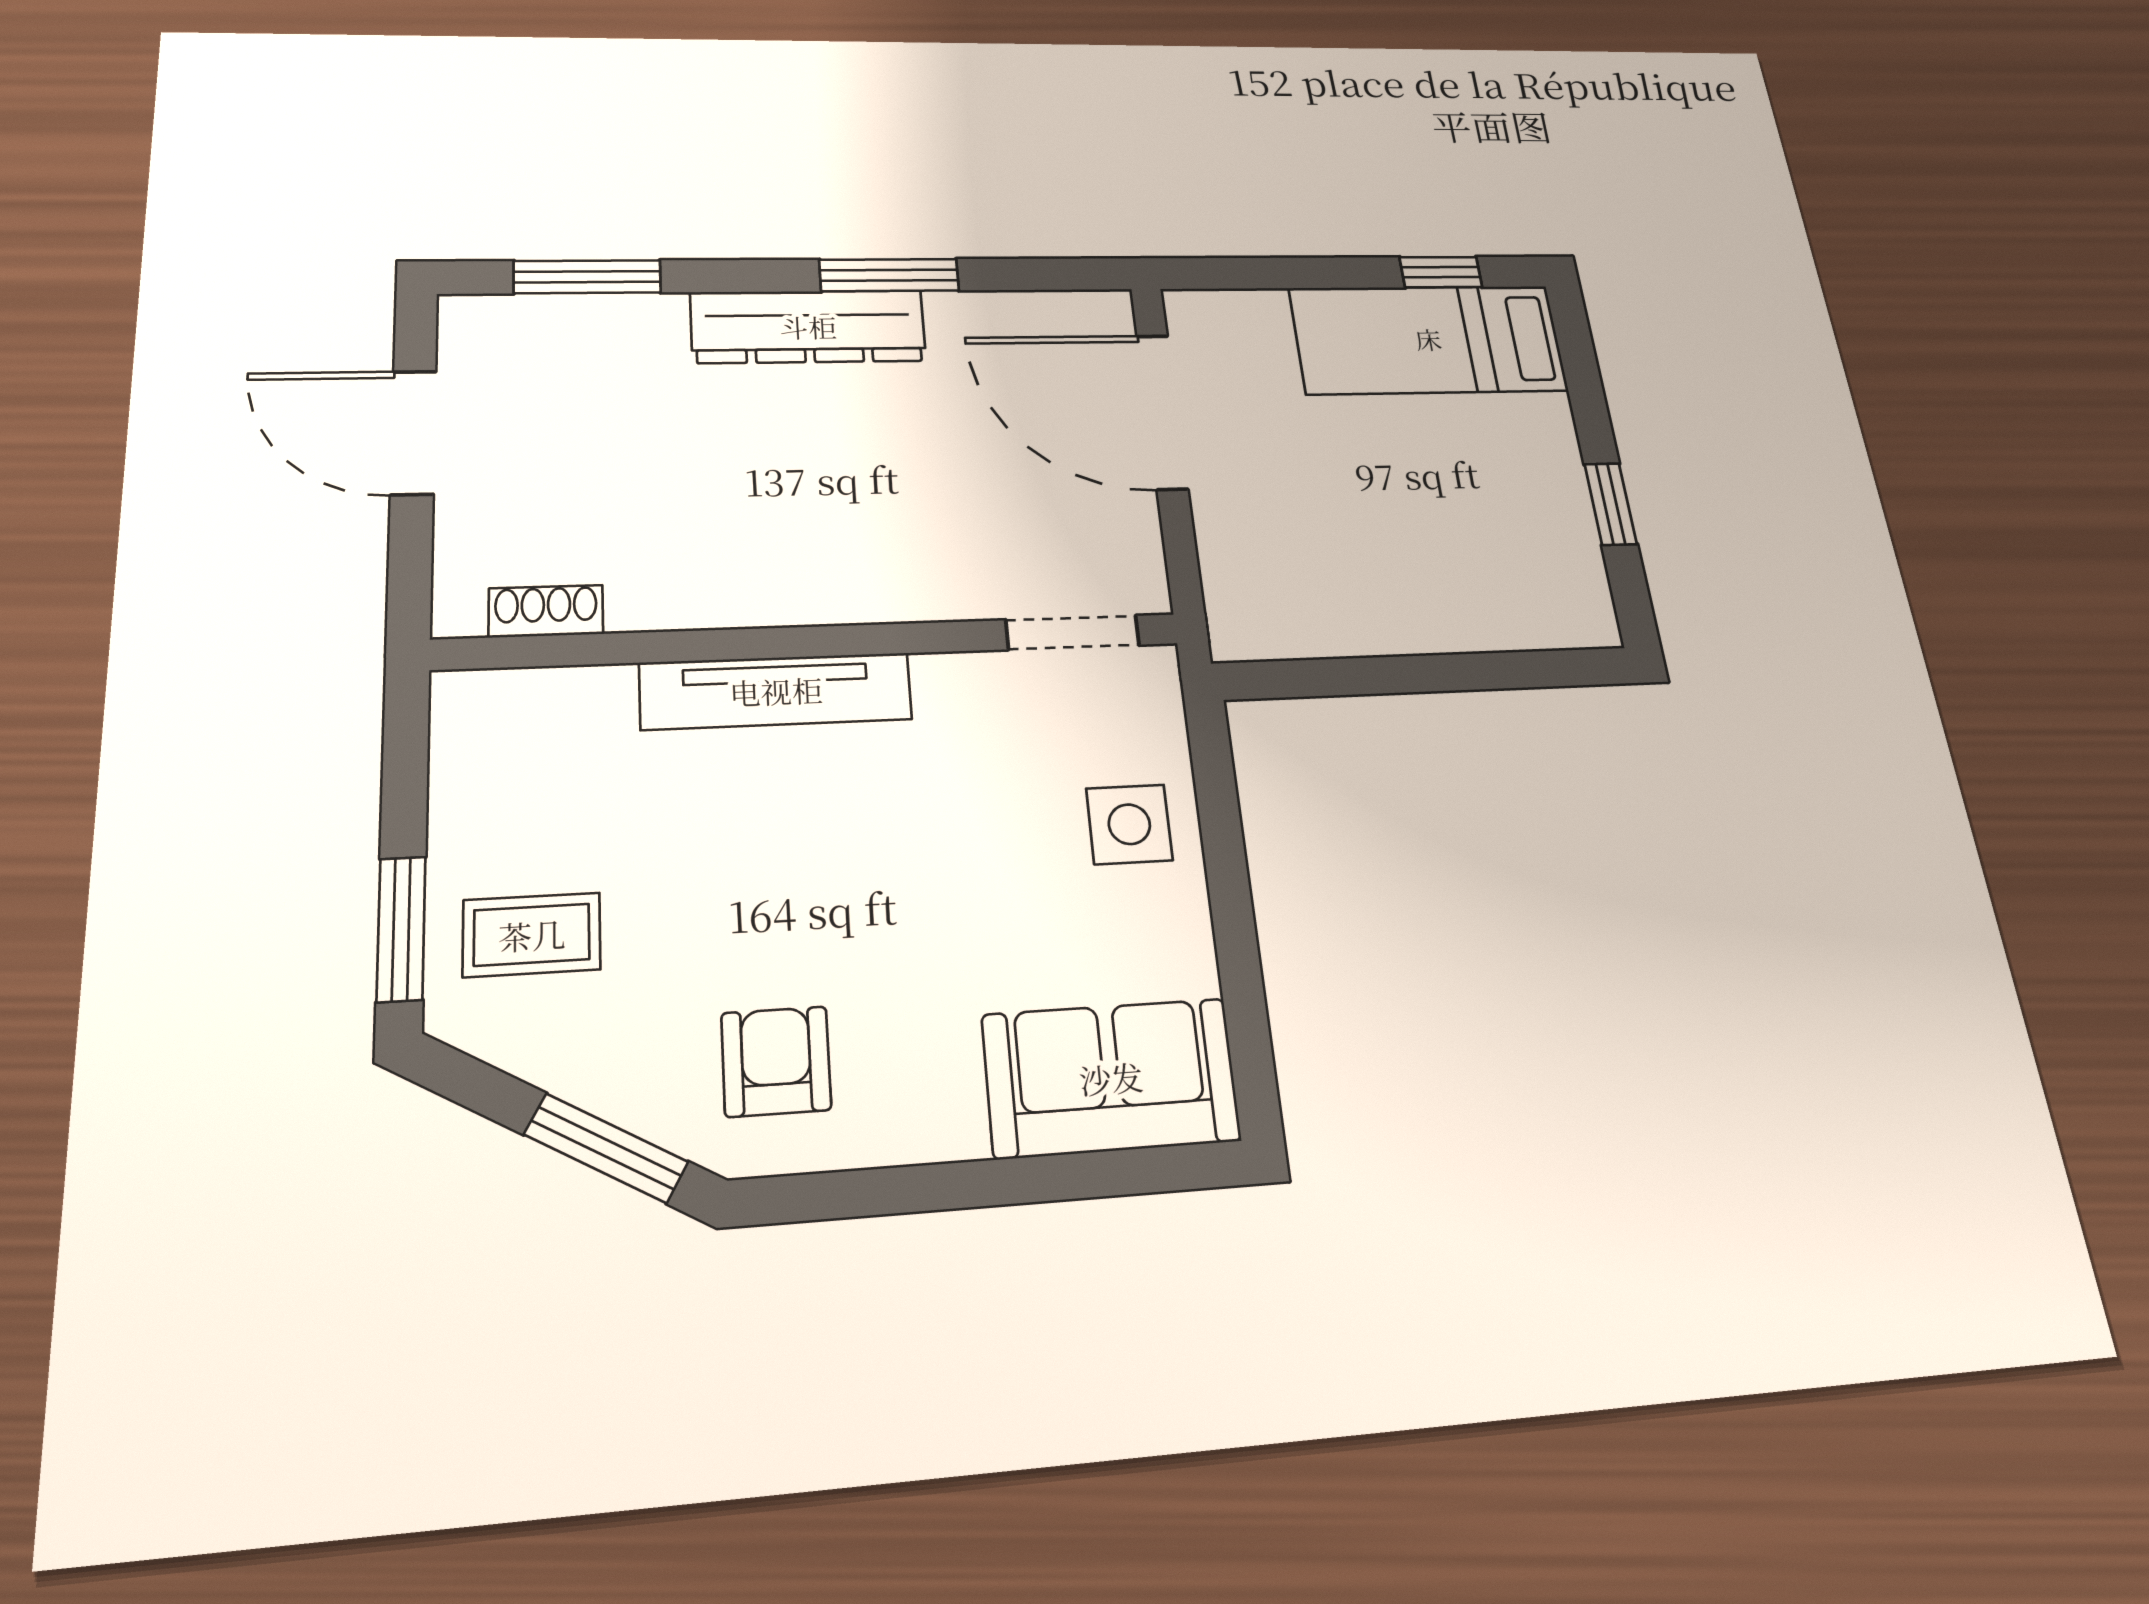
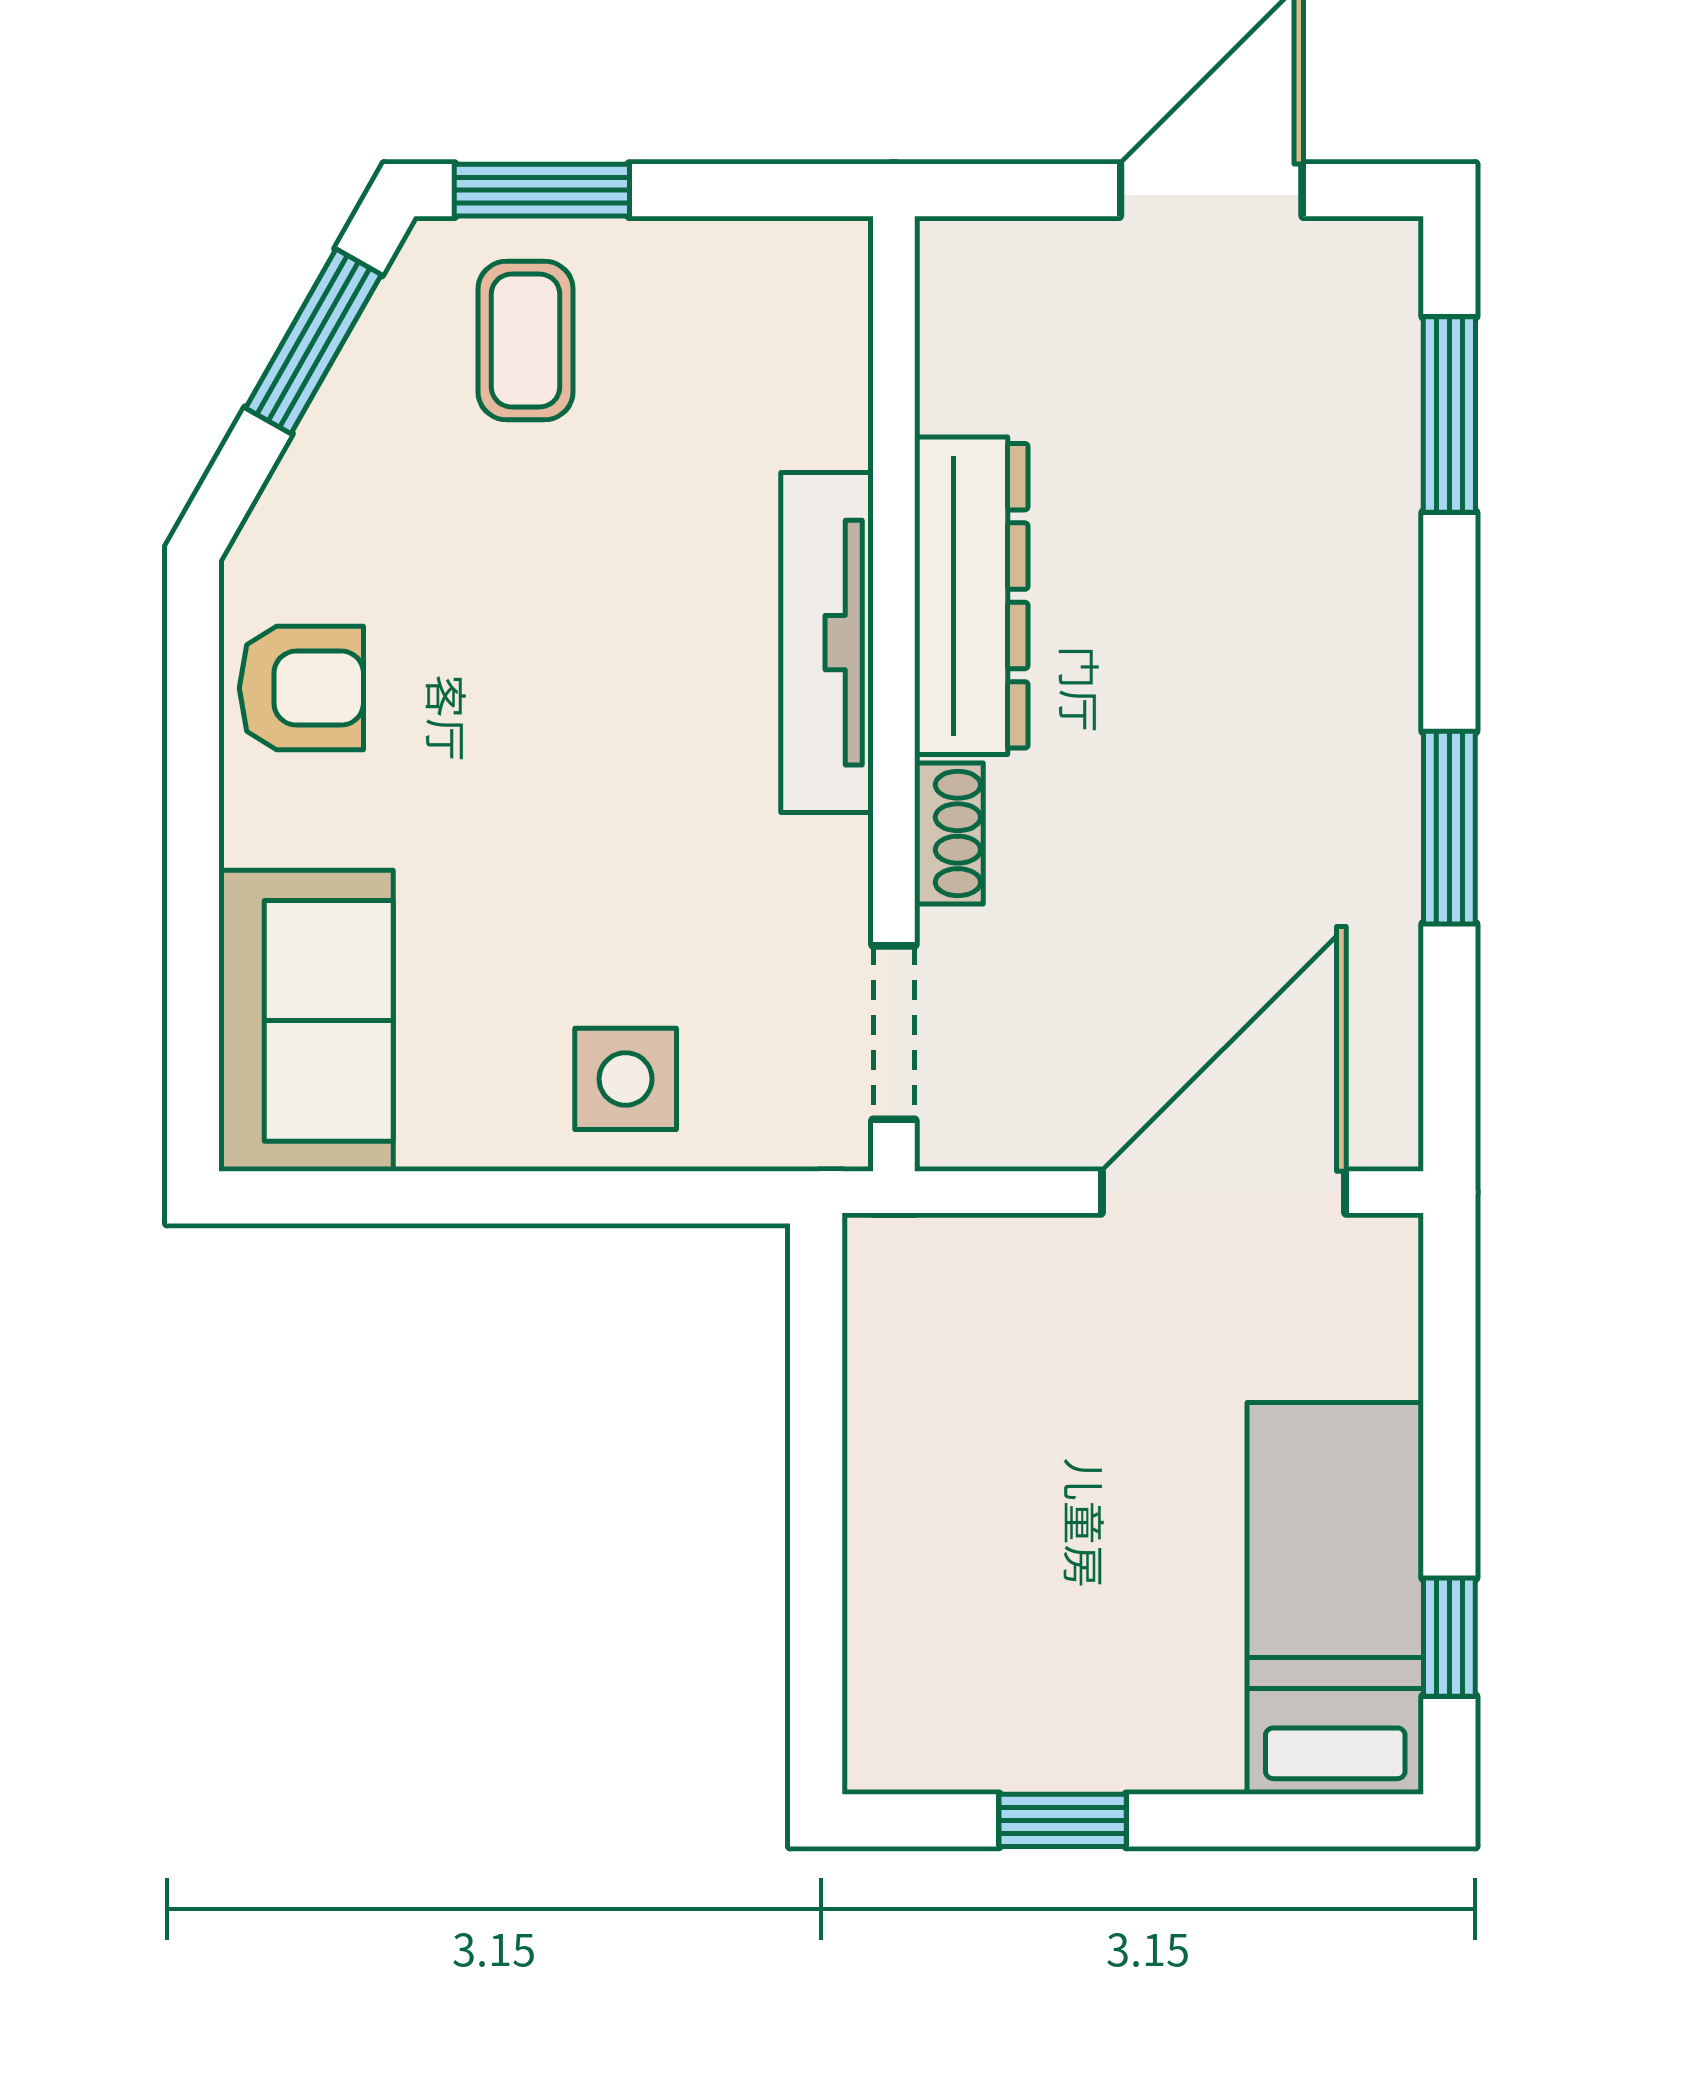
dresser: (808, 327) -> (971, 596), moved, turned 180
shoe rack: (546, 611) -> (949, 833), moved
armchair: (776, 1061) -> (301, 688), moved
window: (606, 1148) -> (313, 341), moved

